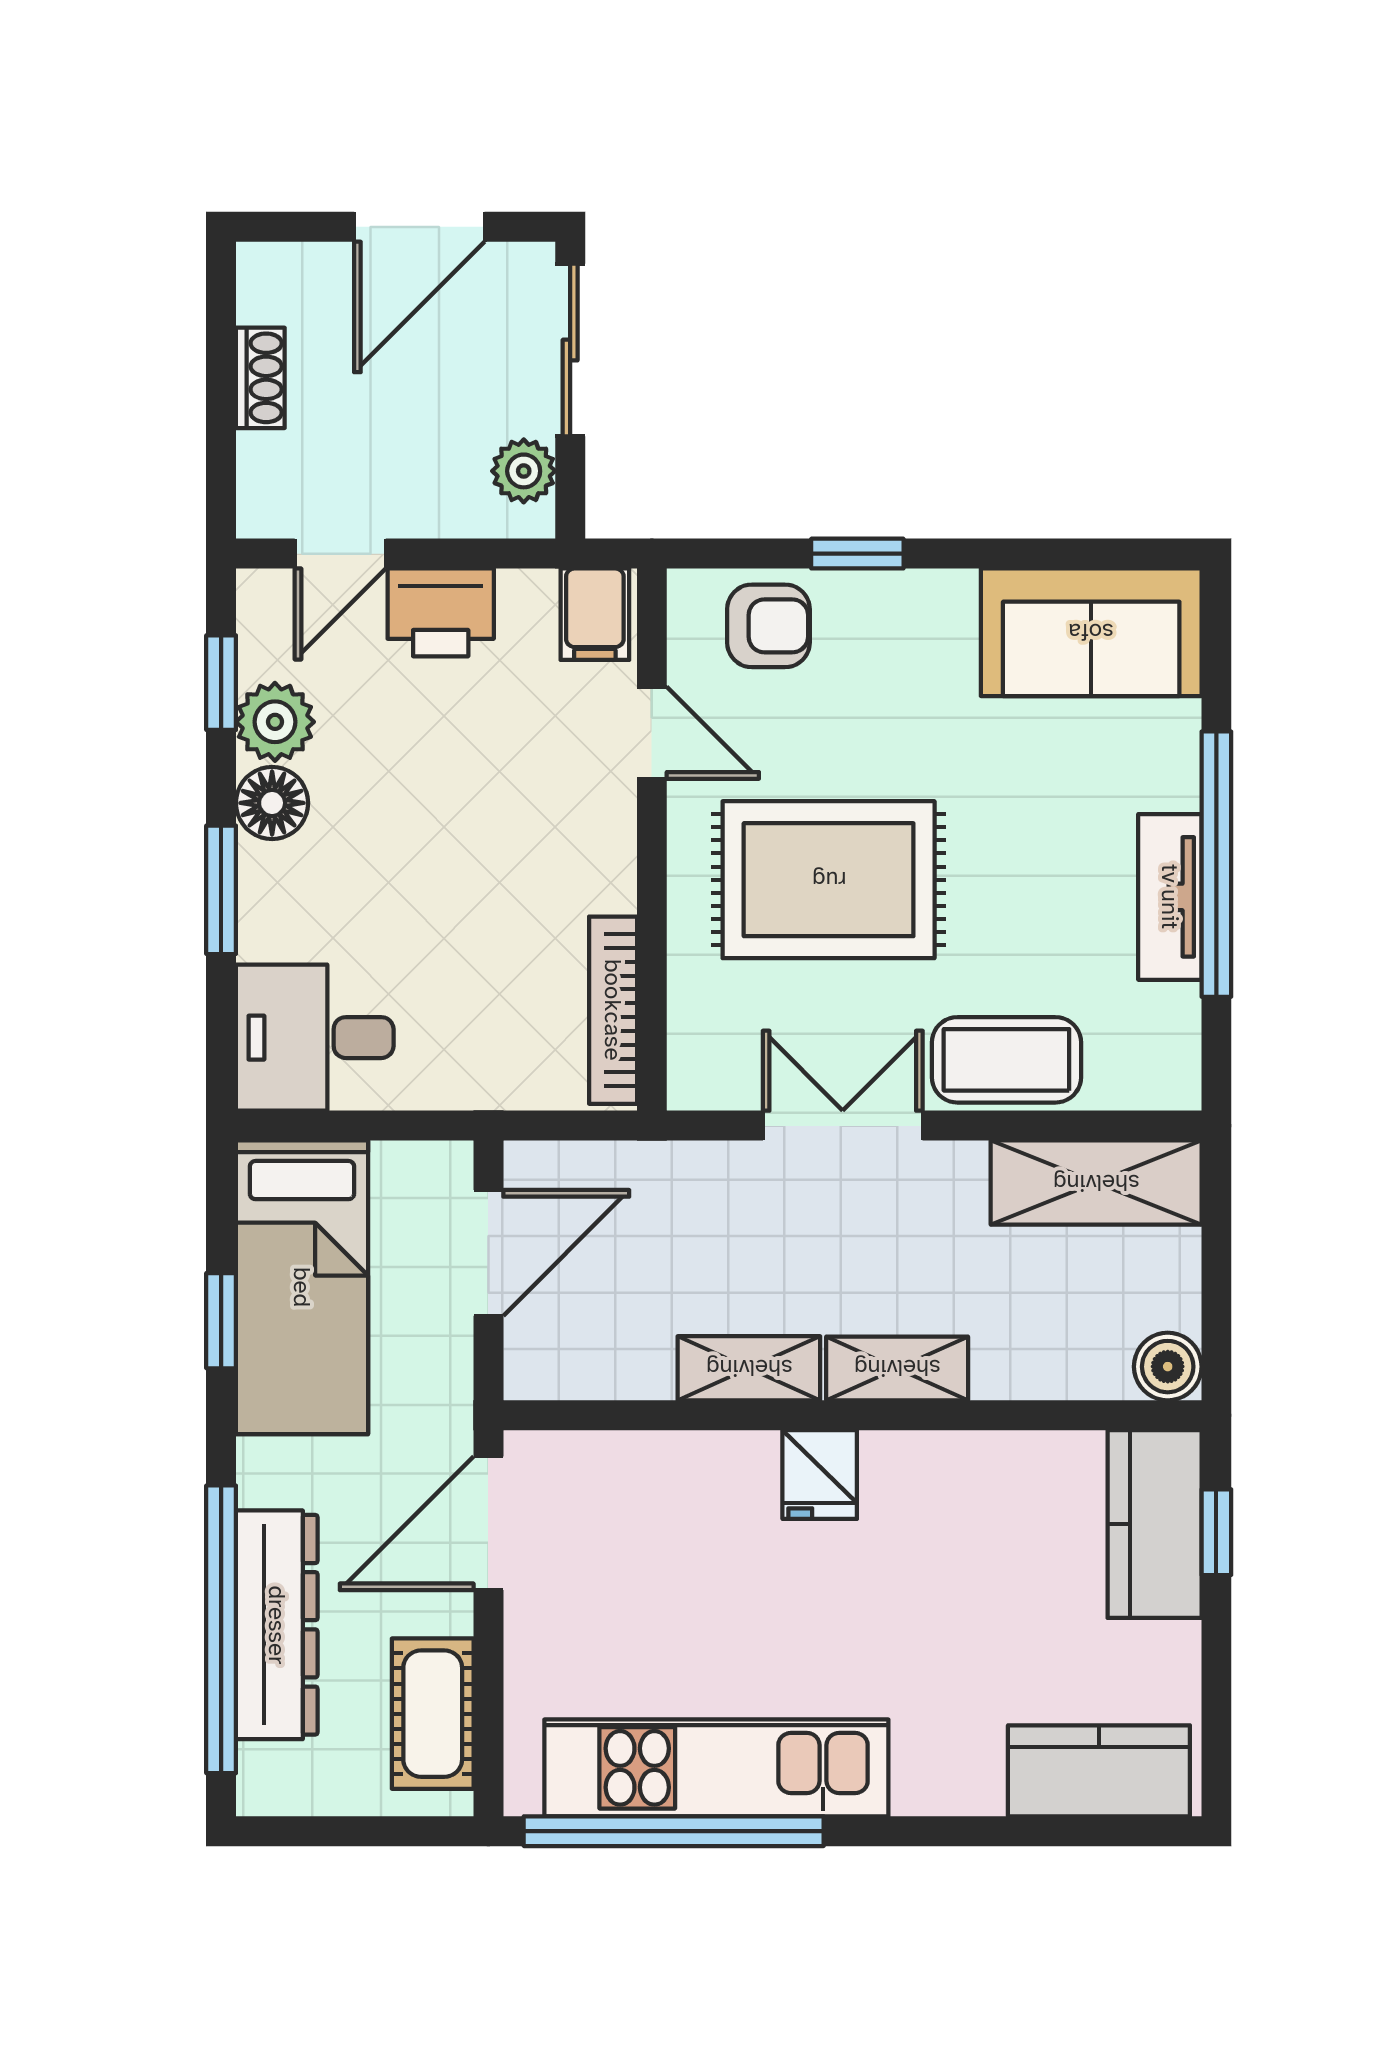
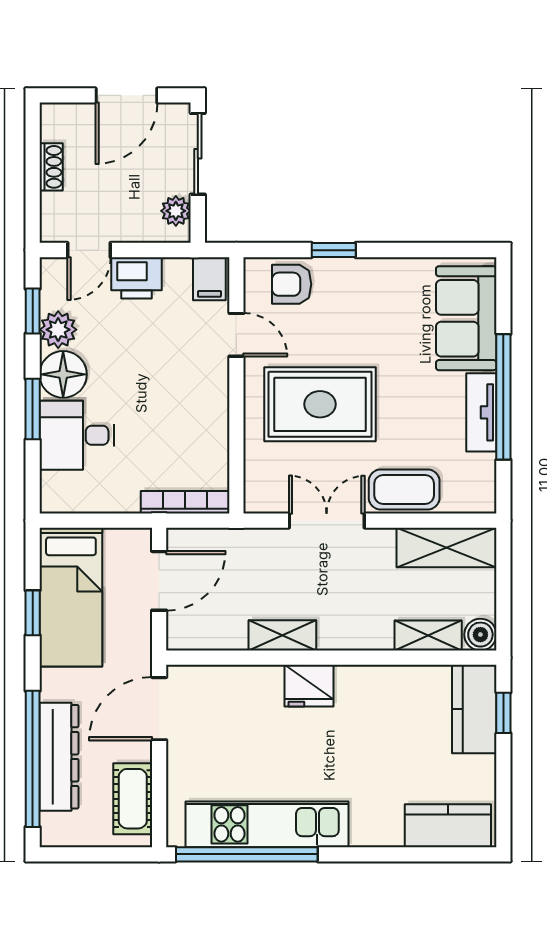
armchair: (768, 626) -> (292, 284), turned 180
sofa: (1091, 632) -> (466, 318), moved, turned 90
floor lamp: (272, 803) -> (63, 374), width x1.38, depth x1.38
bookcase: (613, 1010) -> (185, 502), moved, turned 90
desk: (315, 1038) -> (77, 435), moved
shelving: (897, 1368) -> (428, 635), moved
fridge: (820, 1475) -> (309, 686), width x1.38

